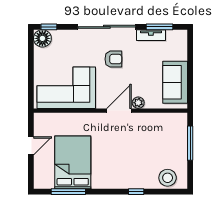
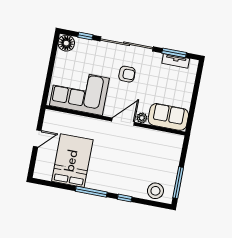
window: (49, 27) -> (85, 36), moved
tv unit: (151, 35) -> (176, 61), moved
sofa: (175, 82) -> (168, 117), moved, turned 90
window: (190, 143) -> (178, 183), moved
window: (68, 192) -> (91, 192), moved

